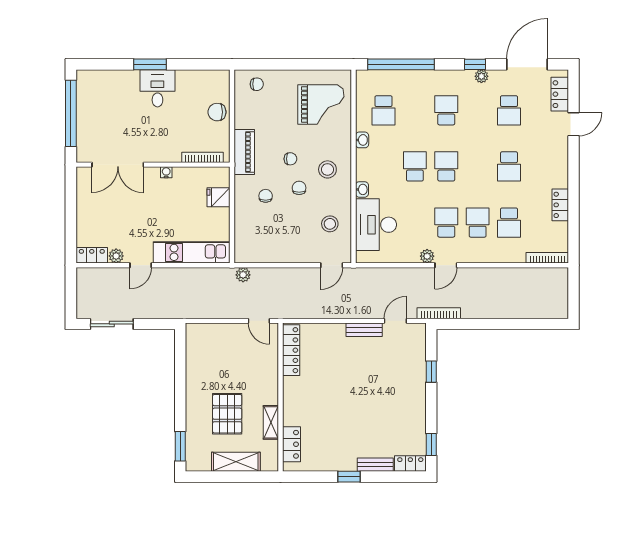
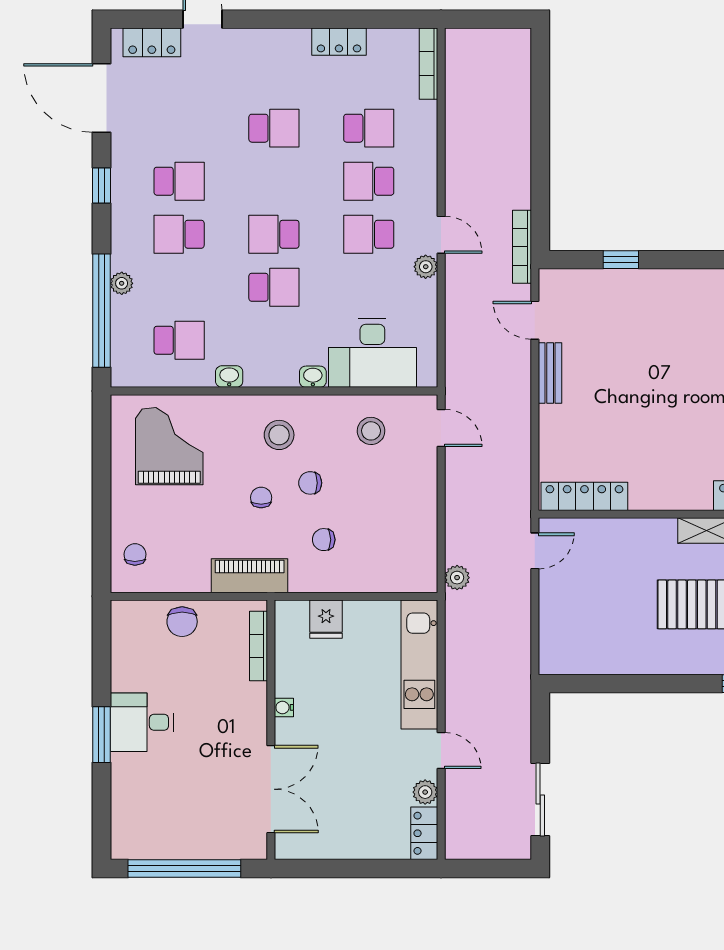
plant: (481, 76) -> (122, 283), moved
school desk: (509, 110) -> (179, 181), moved
school desk: (415, 166) -> (274, 287), turned 180

